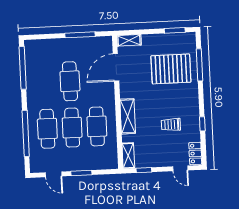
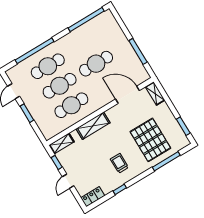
trolley: (171, 125) -> (119, 163), moved
door: (180, 168) -> (68, 181), moved

